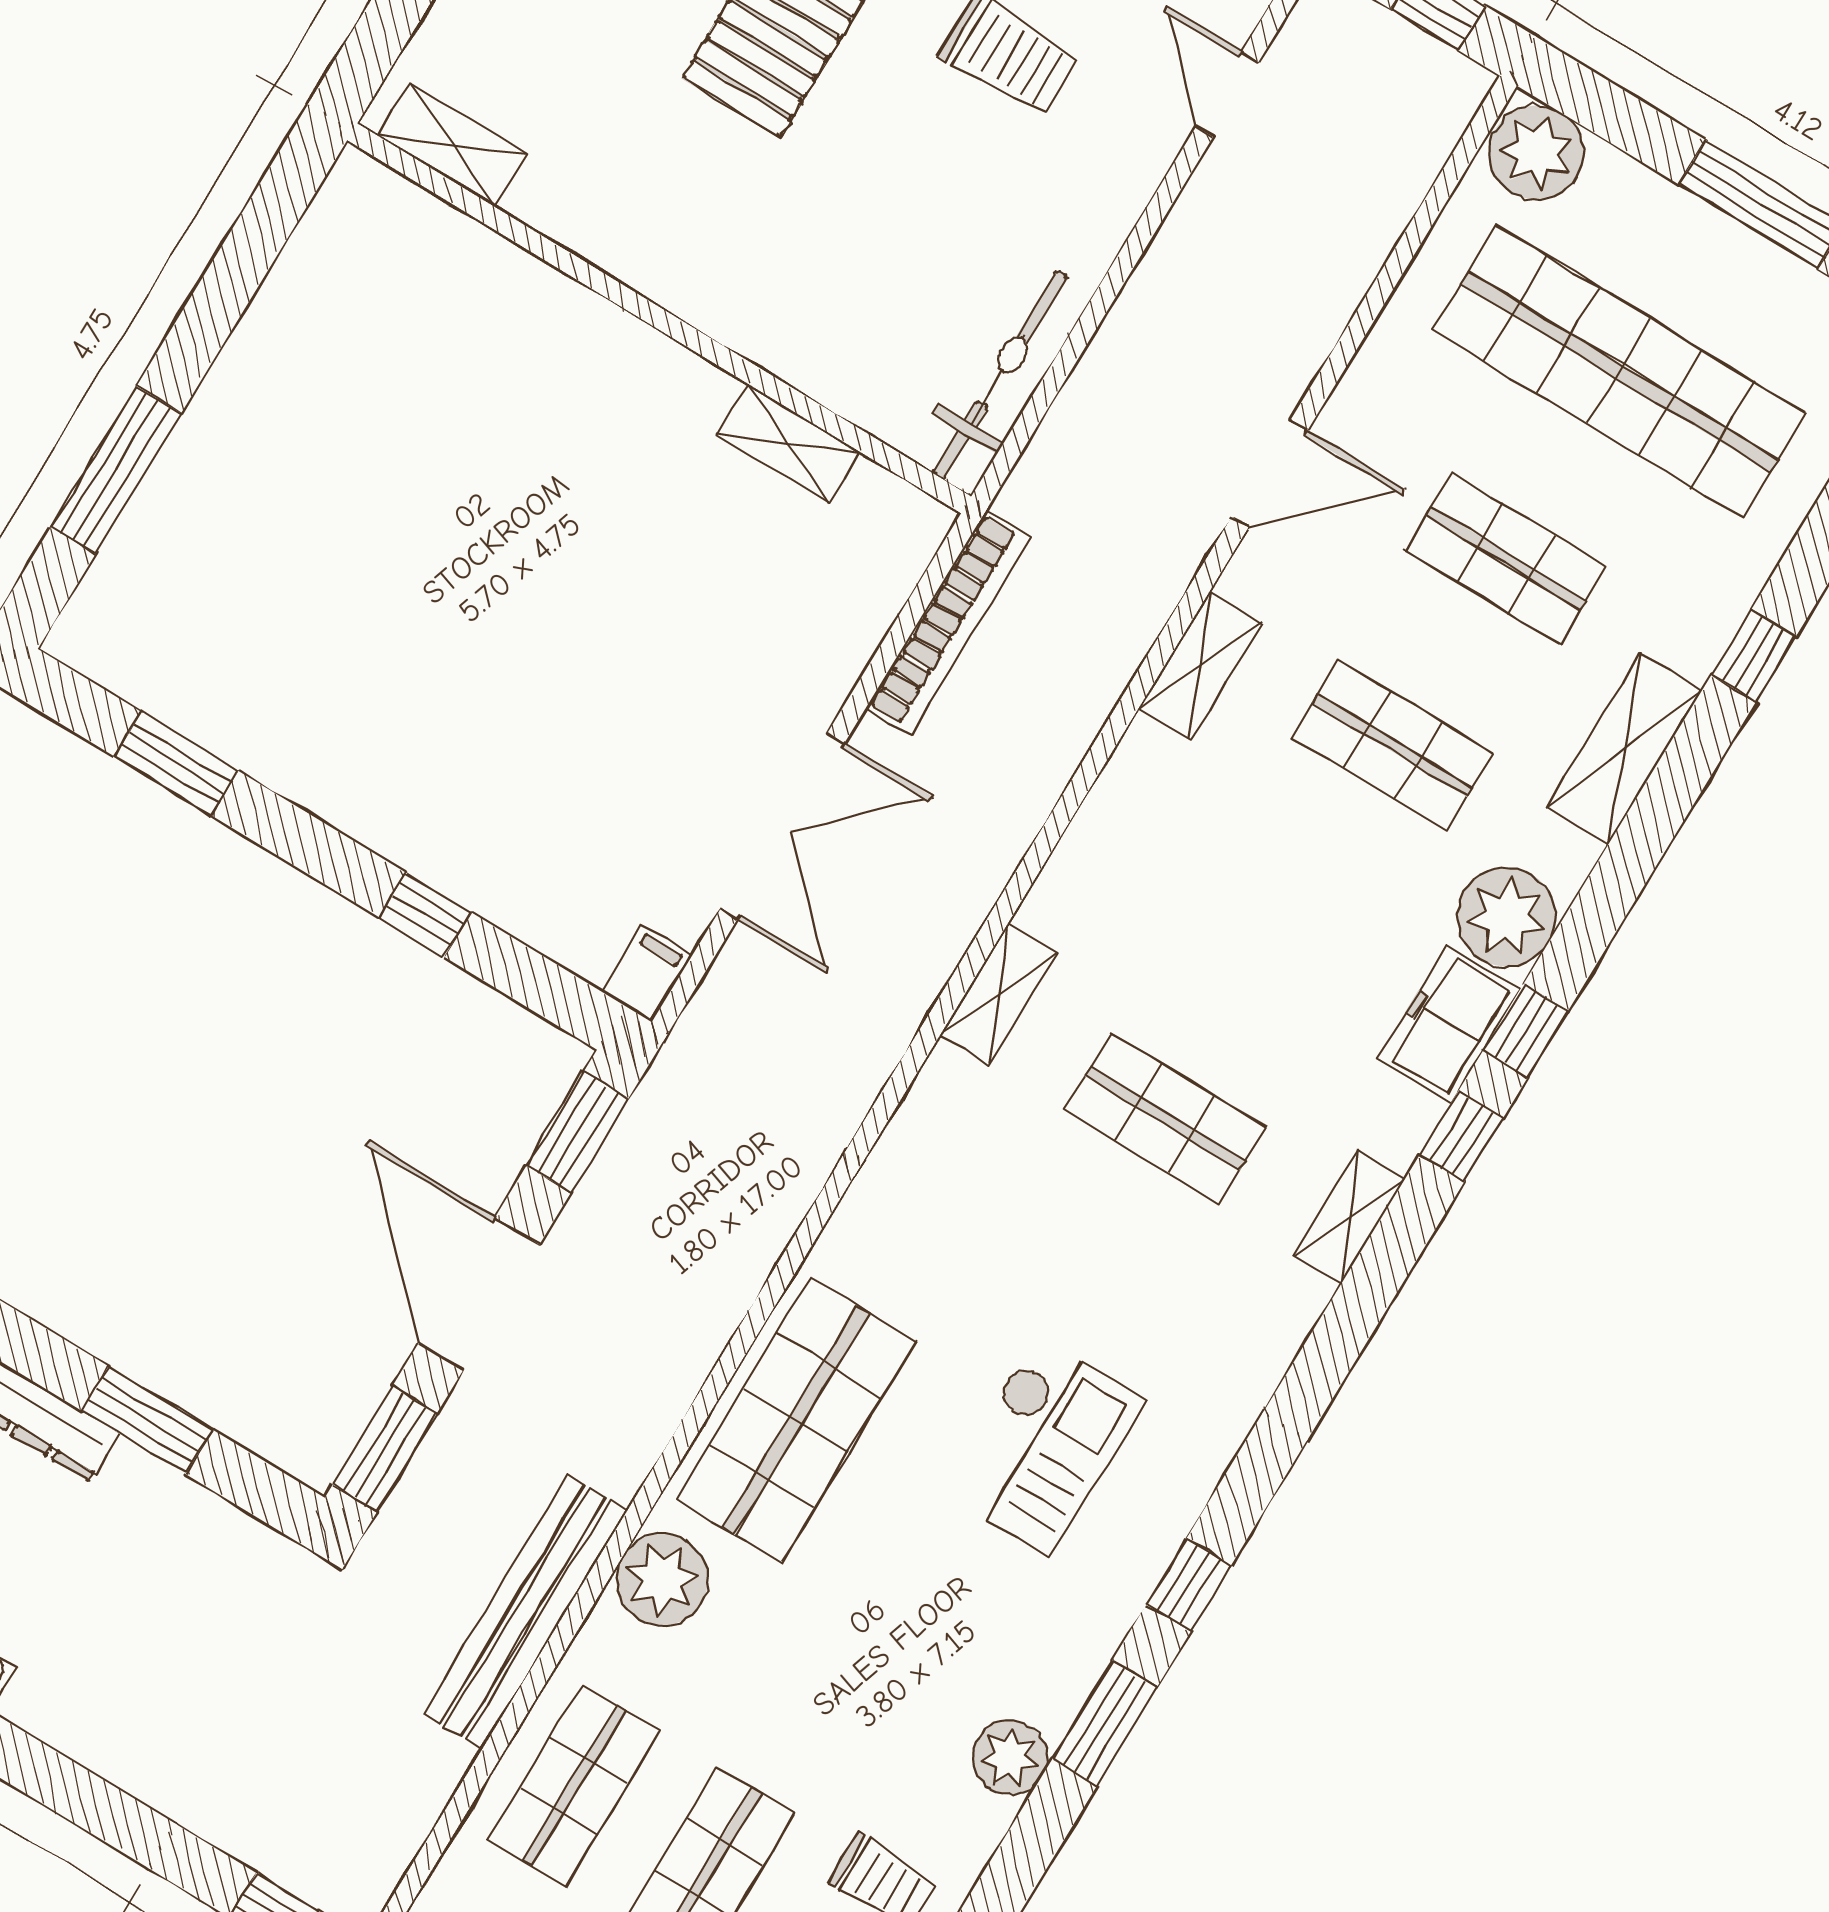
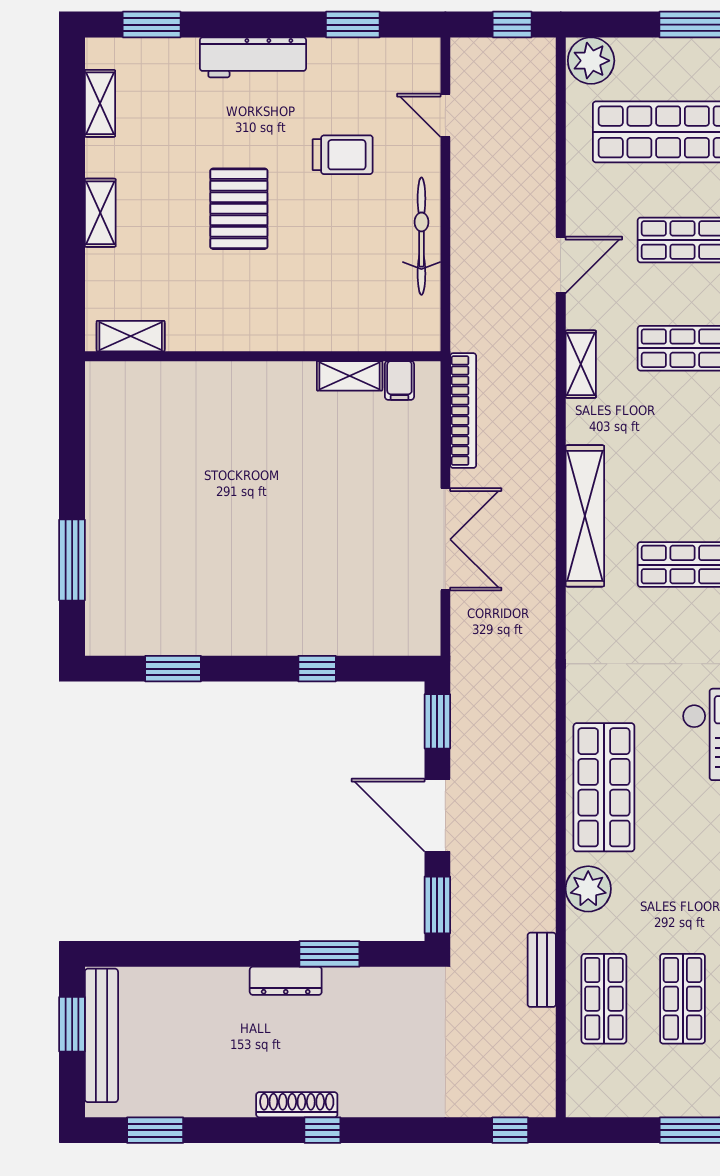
bicycle: (1000, 375) -> (421, 236), moved
filing cabinet: (647, 973) -> (399, 380), moved, turned 180
shelving: (999, 994) -> (585, 516), width x2.20, depth x1.33
bench: (525, 1612) -> (542, 970), width x0.54, depth x0.82

